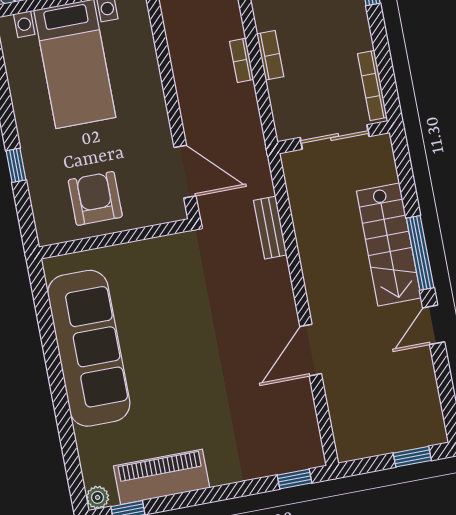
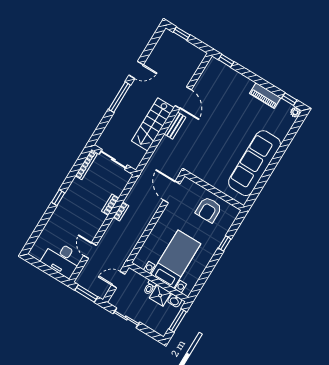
bench: (270, 228) -> (175, 126), moved
stairs: (389, 245) -> (153, 124), moved, turned 180
door: (311, 350) -> (183, 98), hinge flipped
piano: (162, 477) -> (265, 96), width x0.73, depth x0.75

